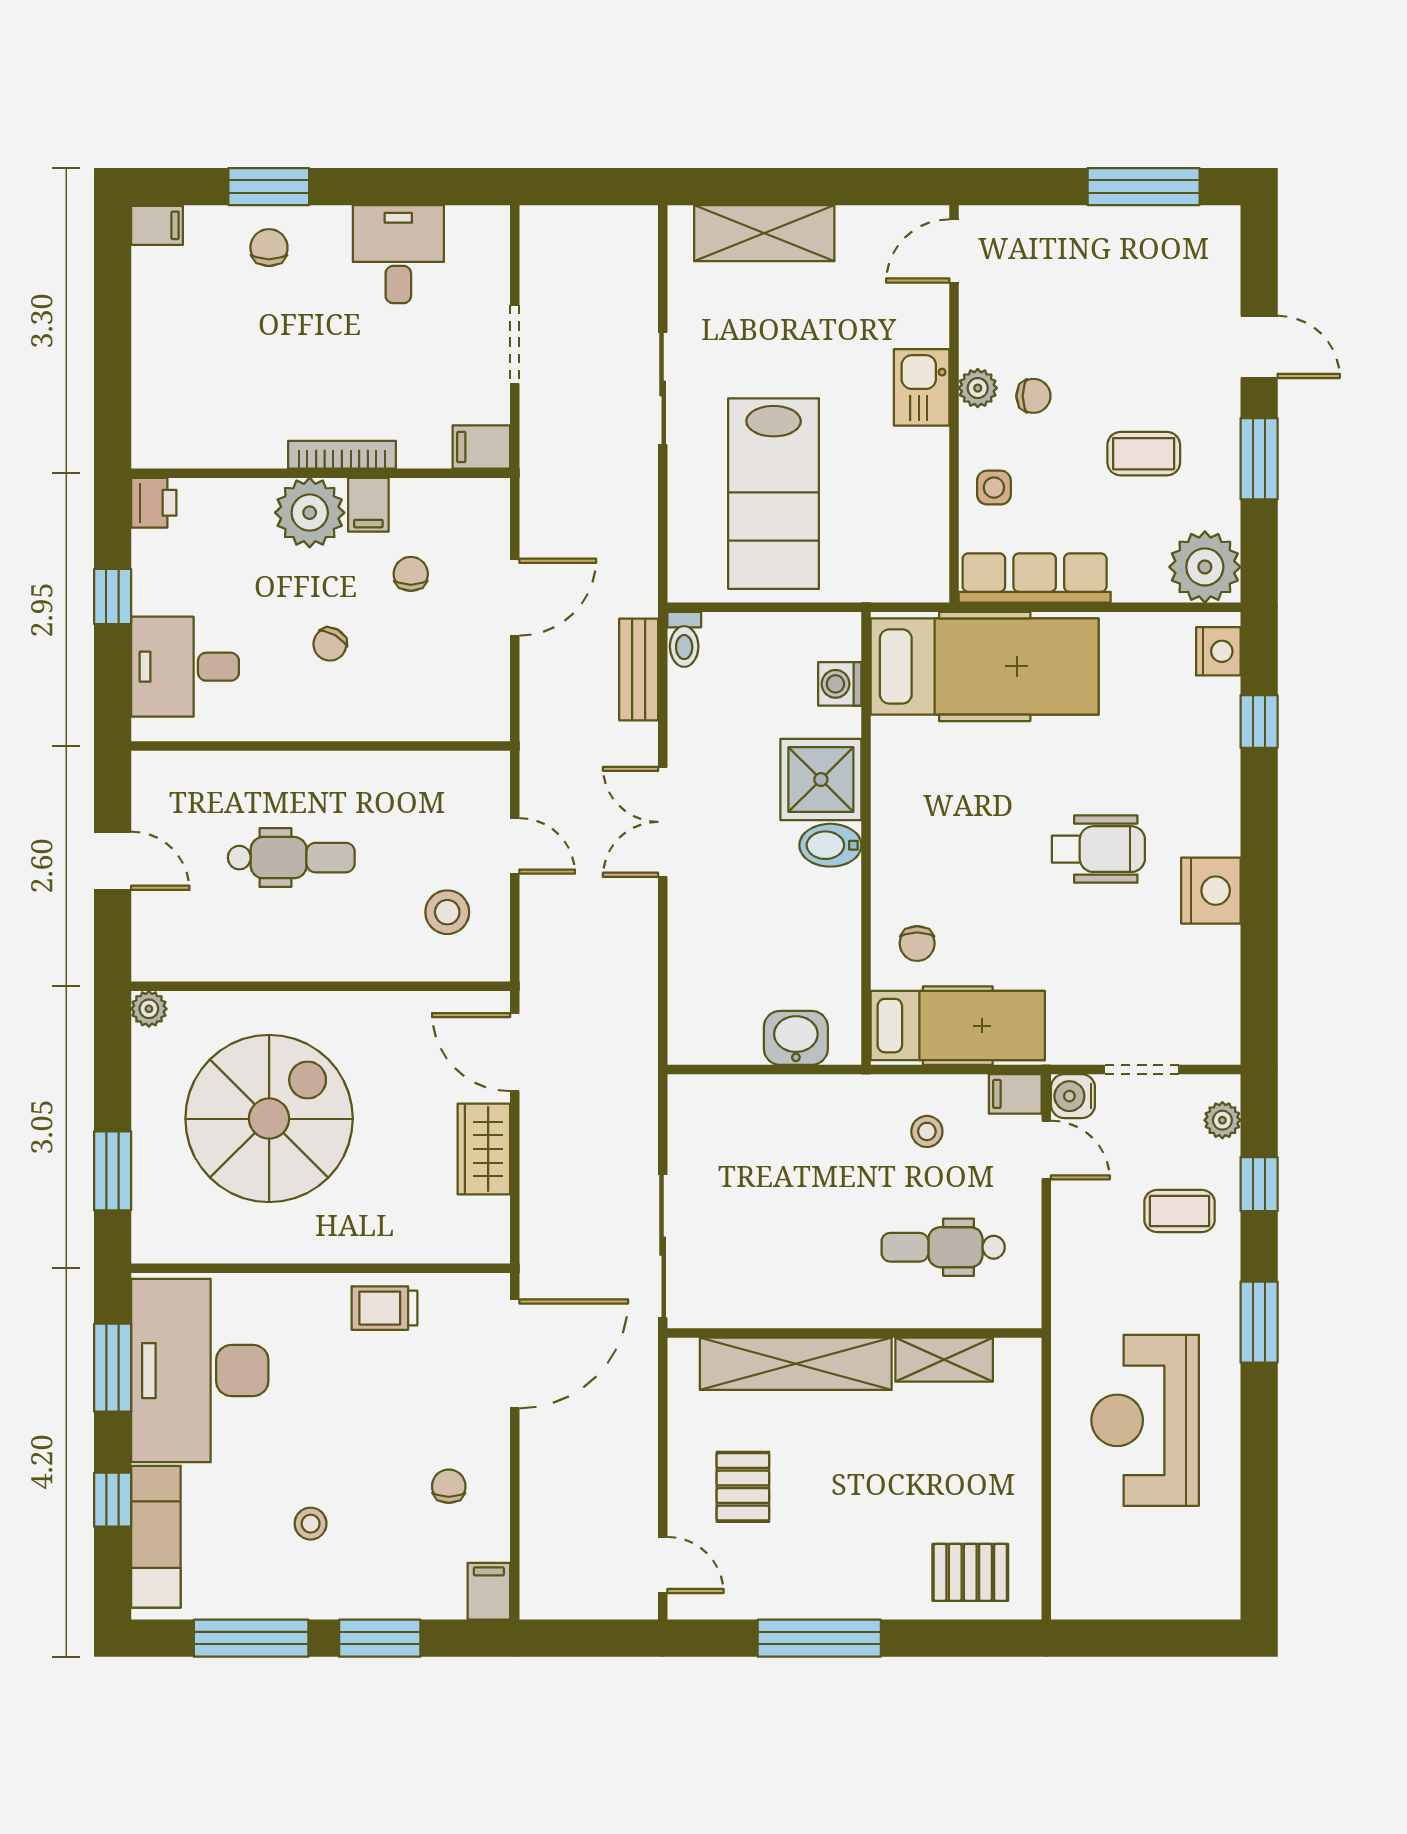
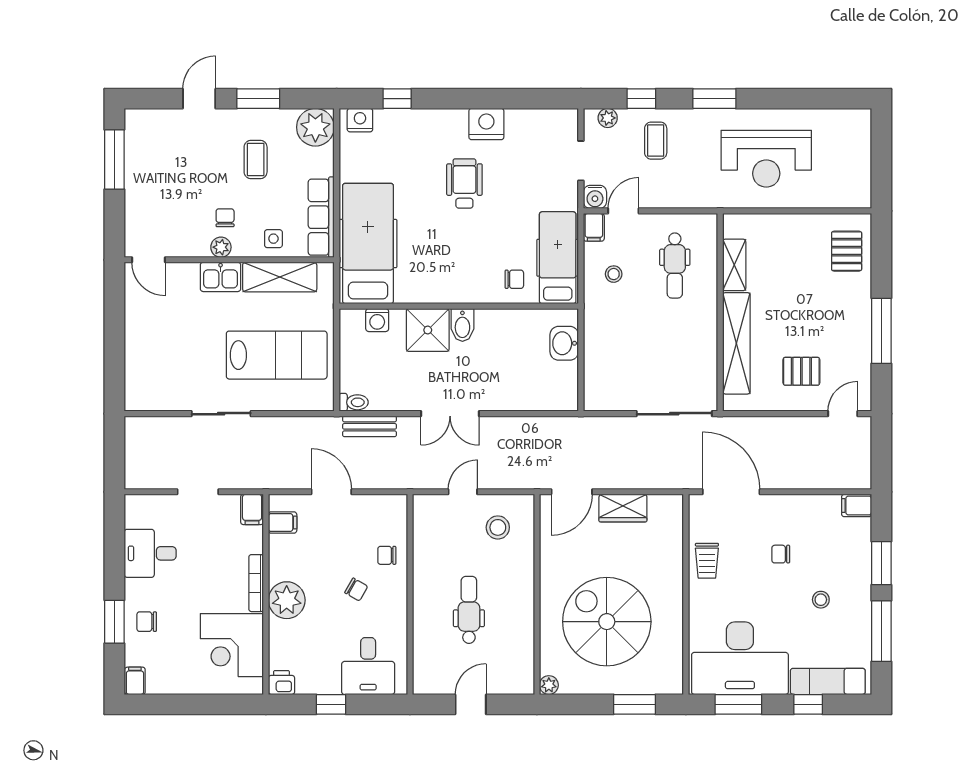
shelving: (764, 233) -> (280, 277), moved, turned 90
corner desk: (225, 409) -> (232, 645), added
filing cabinet: (368, 505) -> (283, 523), moved
chair: (411, 574) -> (387, 555), moved
chair: (449, 1486) -> (781, 554), moved

